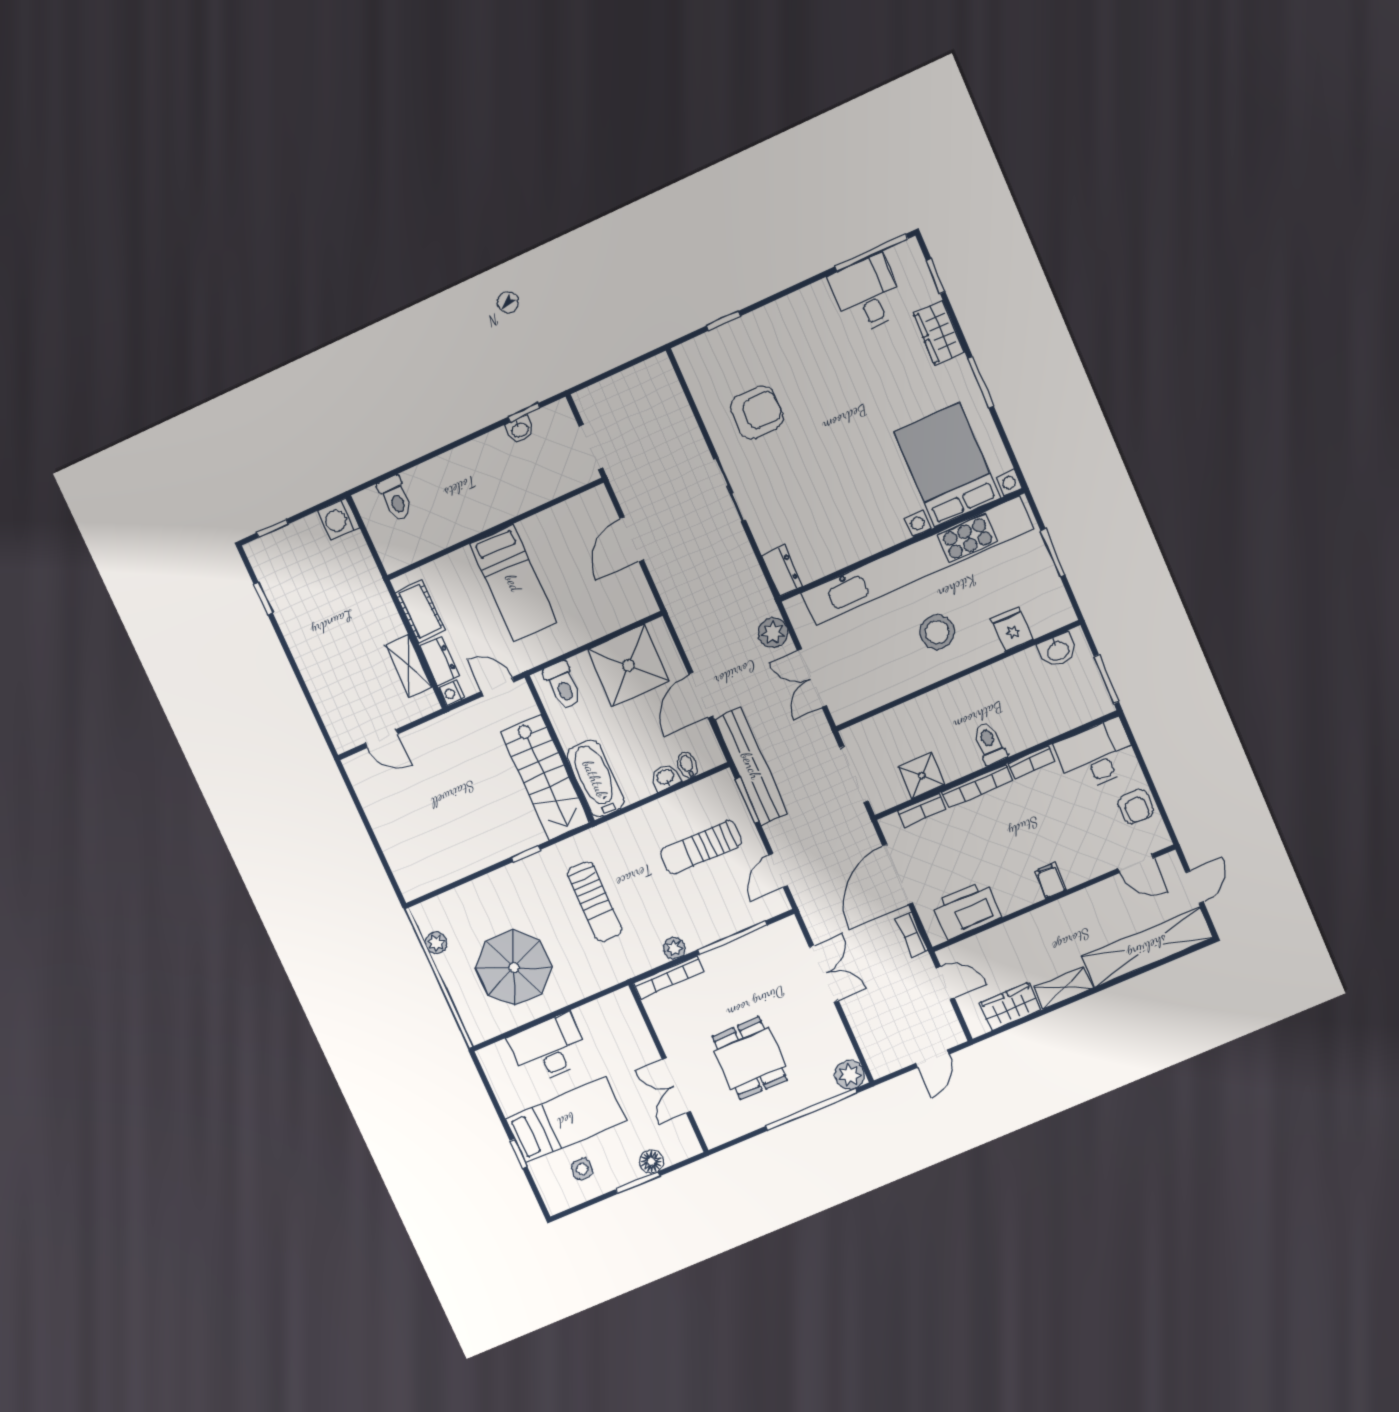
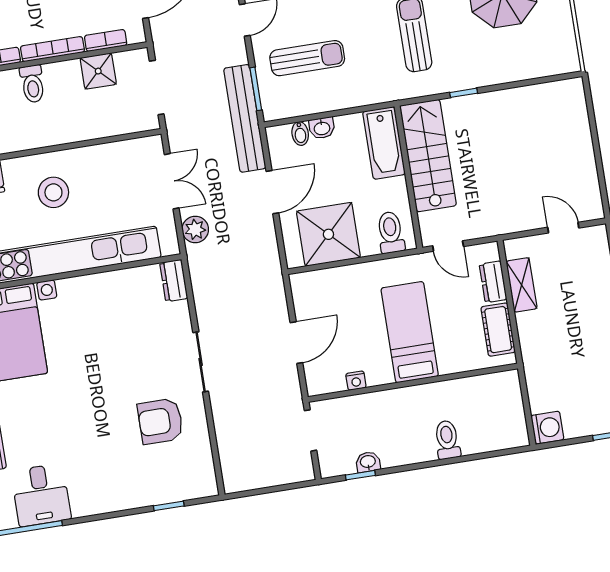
toilet: (396, 498) -> (447, 440), moved
nightstand: (451, 693) -> (356, 381), moved, turned 90
plant: (436, 943) -> (566, 34), removed

